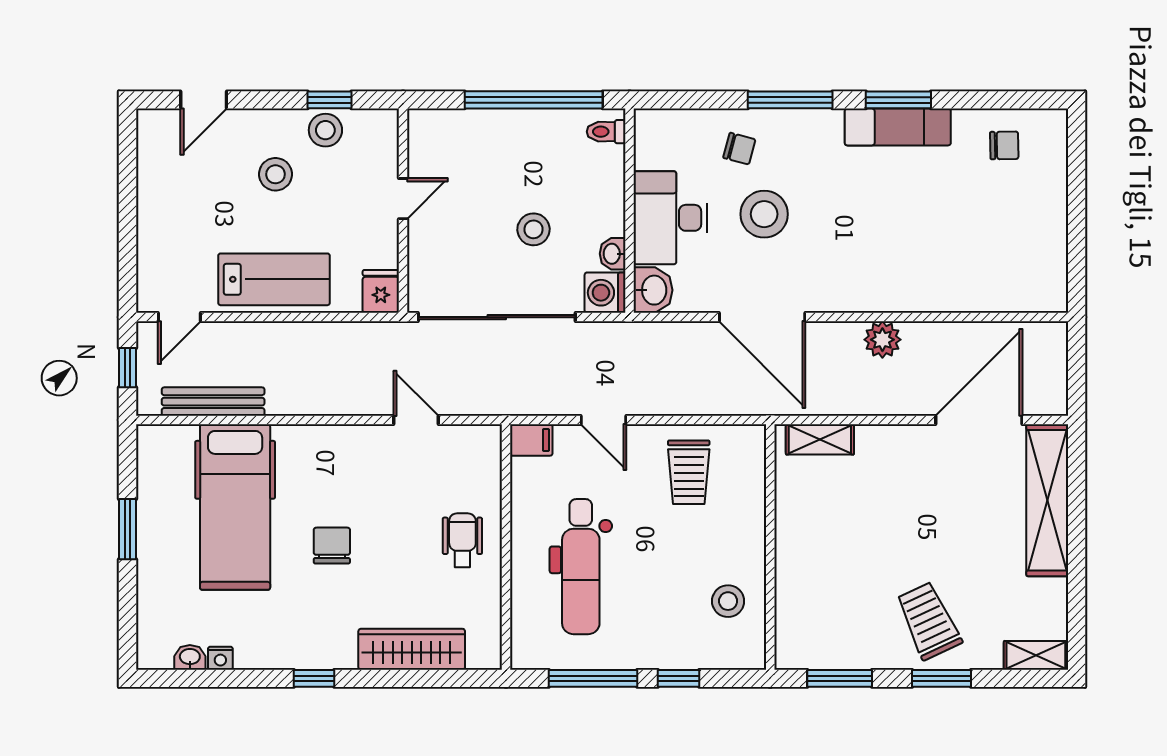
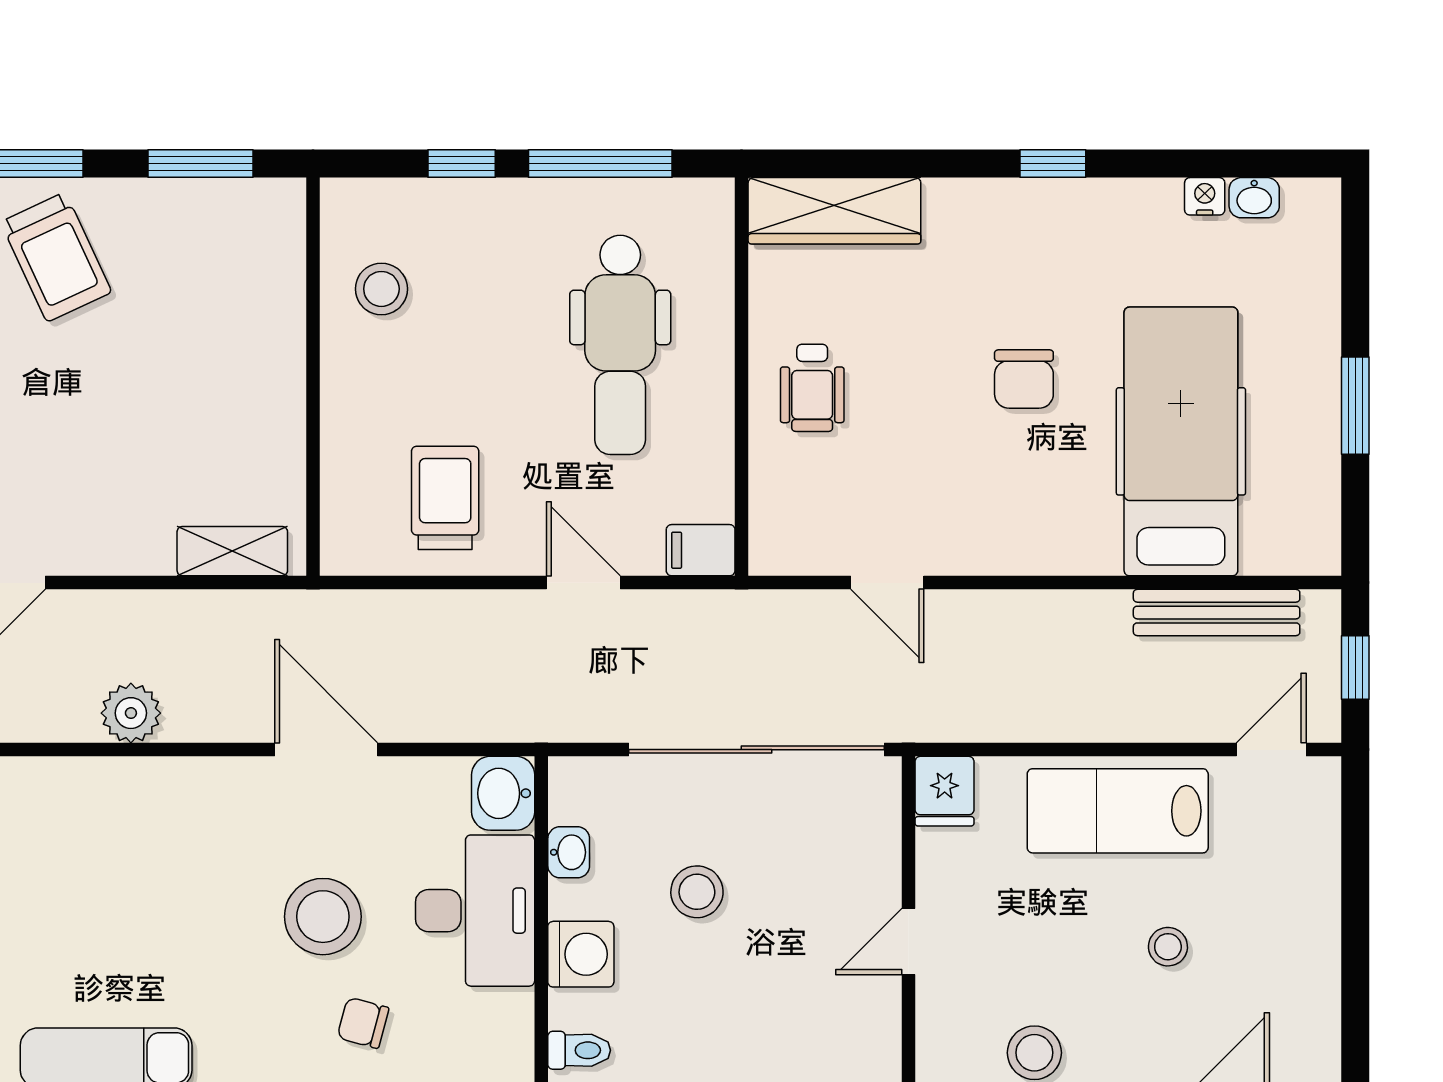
stool: (275, 174) -> (1168, 947), moved, width x0.73, depth x0.73
washing machine: (605, 293) -> (581, 954), moved
door: (762, 317) -> (326, 750), width x0.73
dental chair: (581, 567) -> (620, 345), turned 180
wardrobe: (412, 649) -> (834, 211), moved

